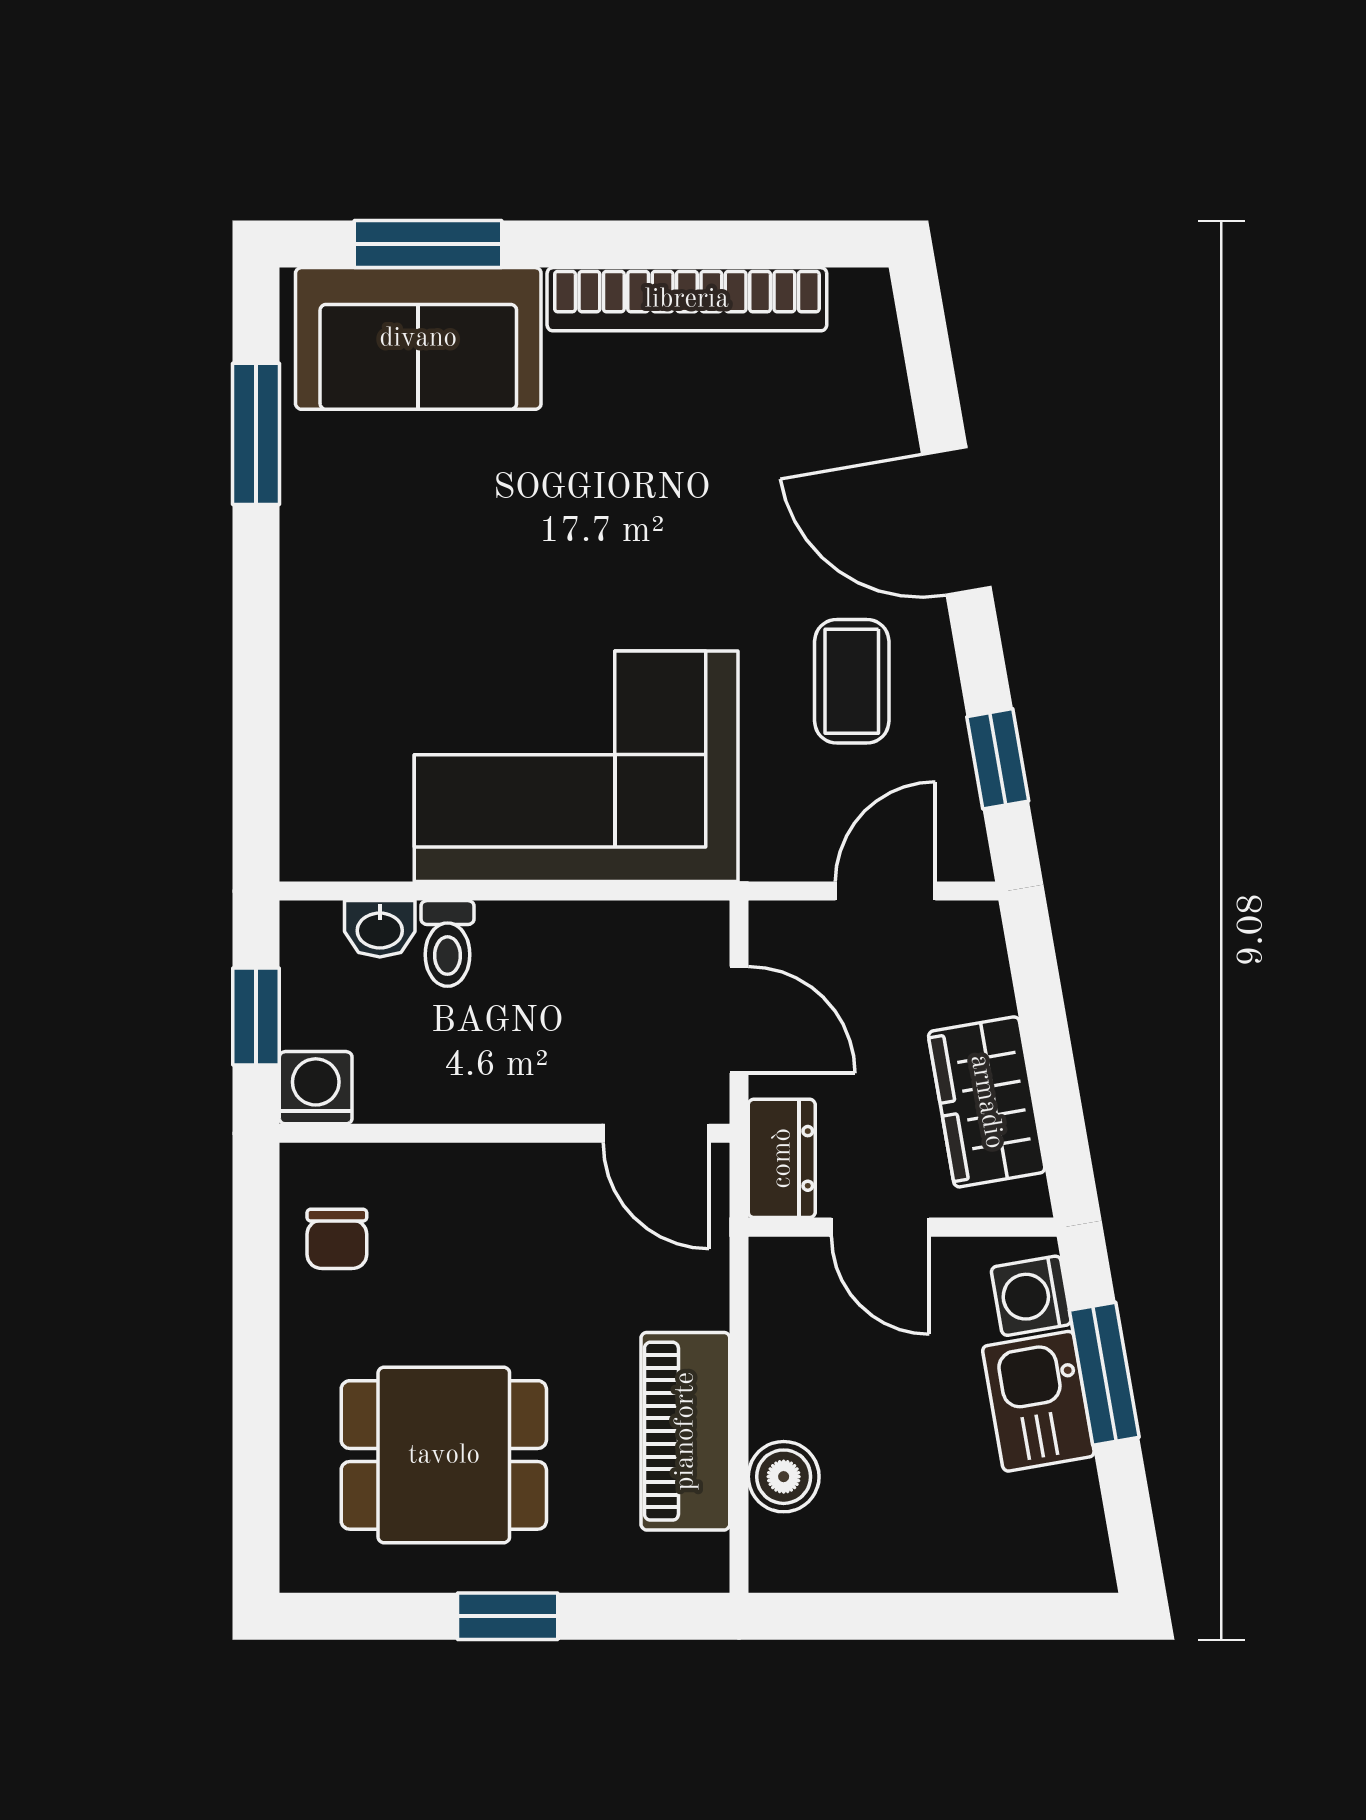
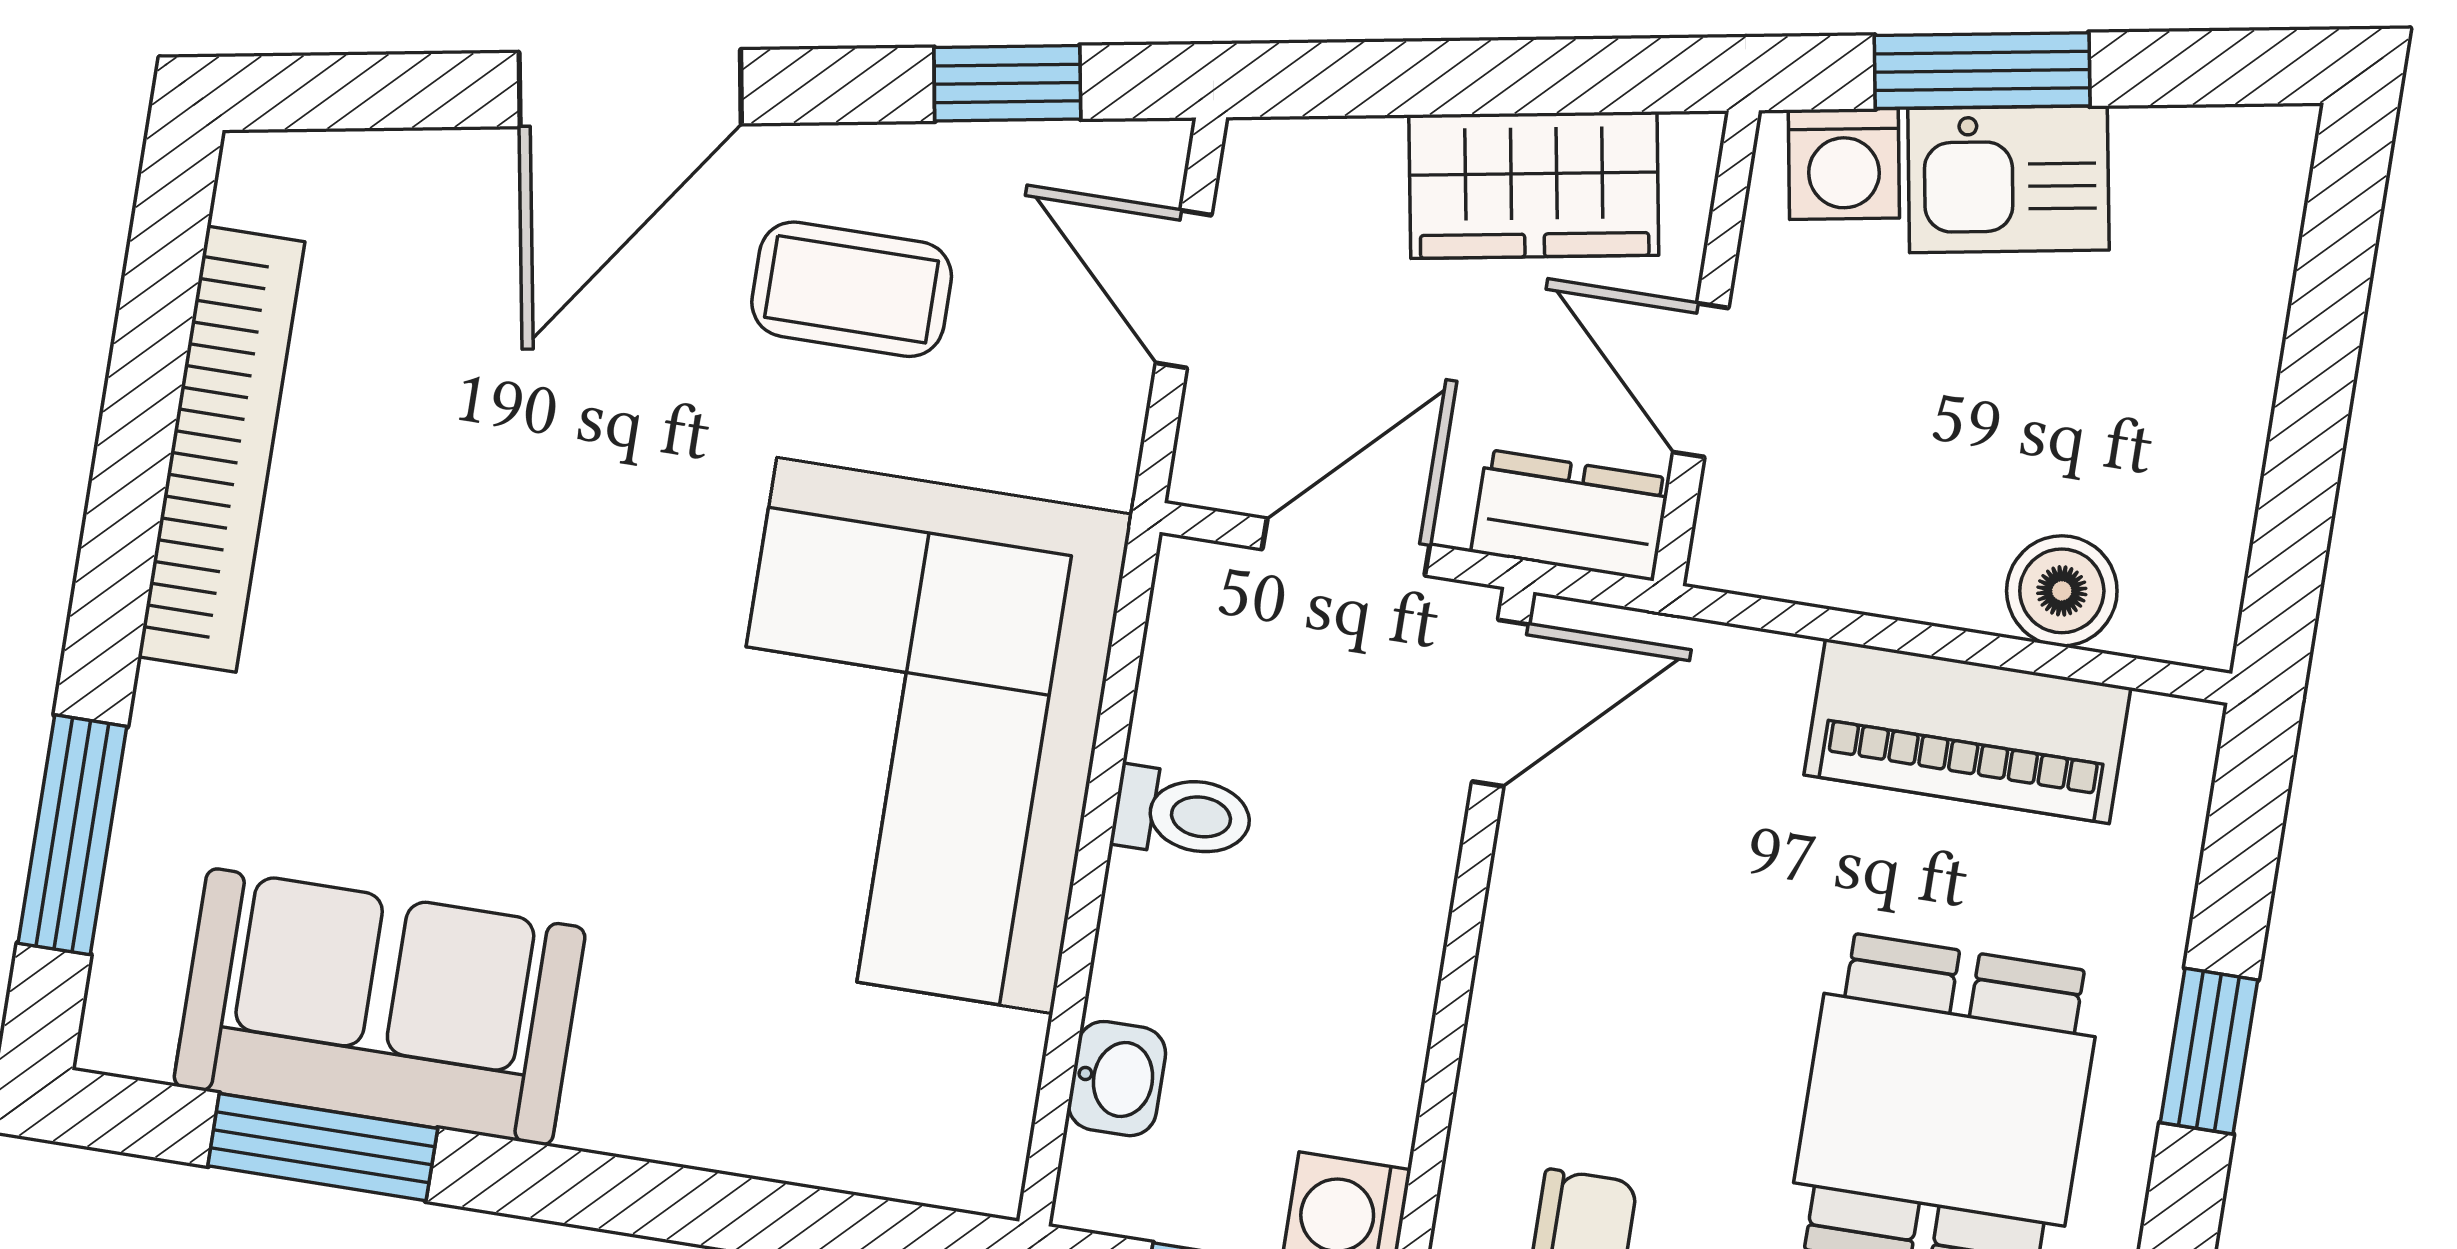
sofa: (418, 338) -> (380, 1007), moved, turned -90
toilet: (447, 943) -> (1182, 814), moved
door: (880, 1227) -> (1701, 380), swing flipped

